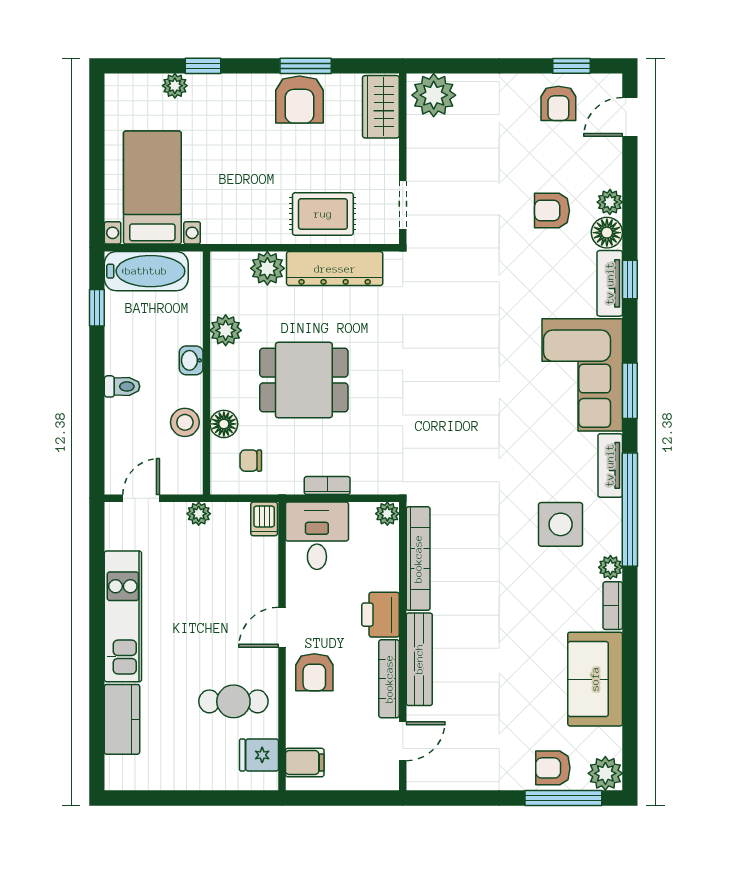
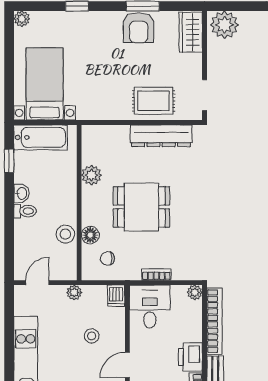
plant: (175, 86) -> (22, 19), moved
plant: (267, 268) -> (118, 136), removed
washbasin: (191, 360) -> (21, 193), moved, turned 180
stool: (226, 582) -> (92, 336), added

